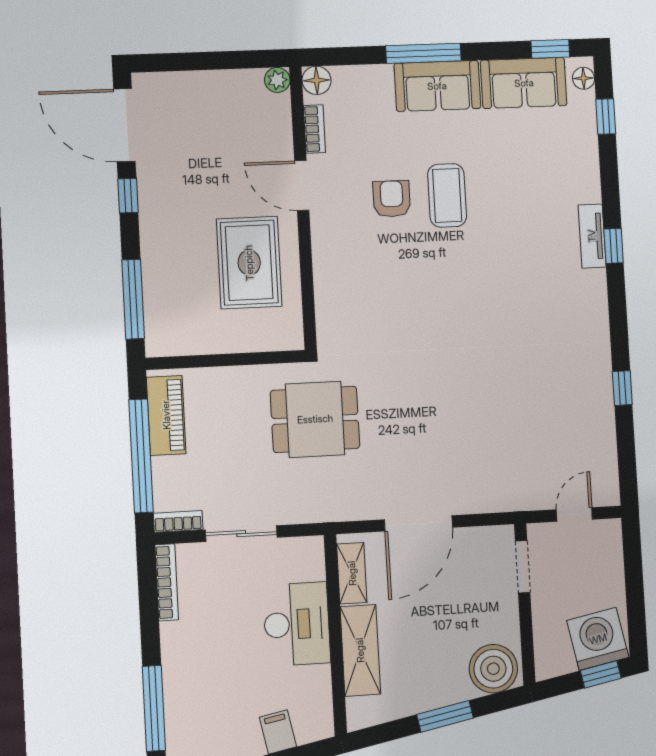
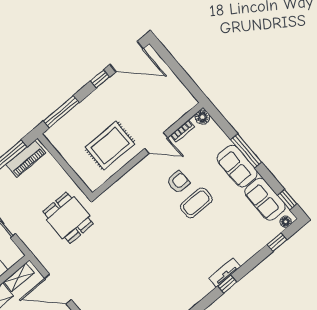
plant: (277, 80) -> (191, 102), removed
door: (124, 125) -> (127, 57), swing flipped
door: (302, 185) -> (156, 143), swing flipped

